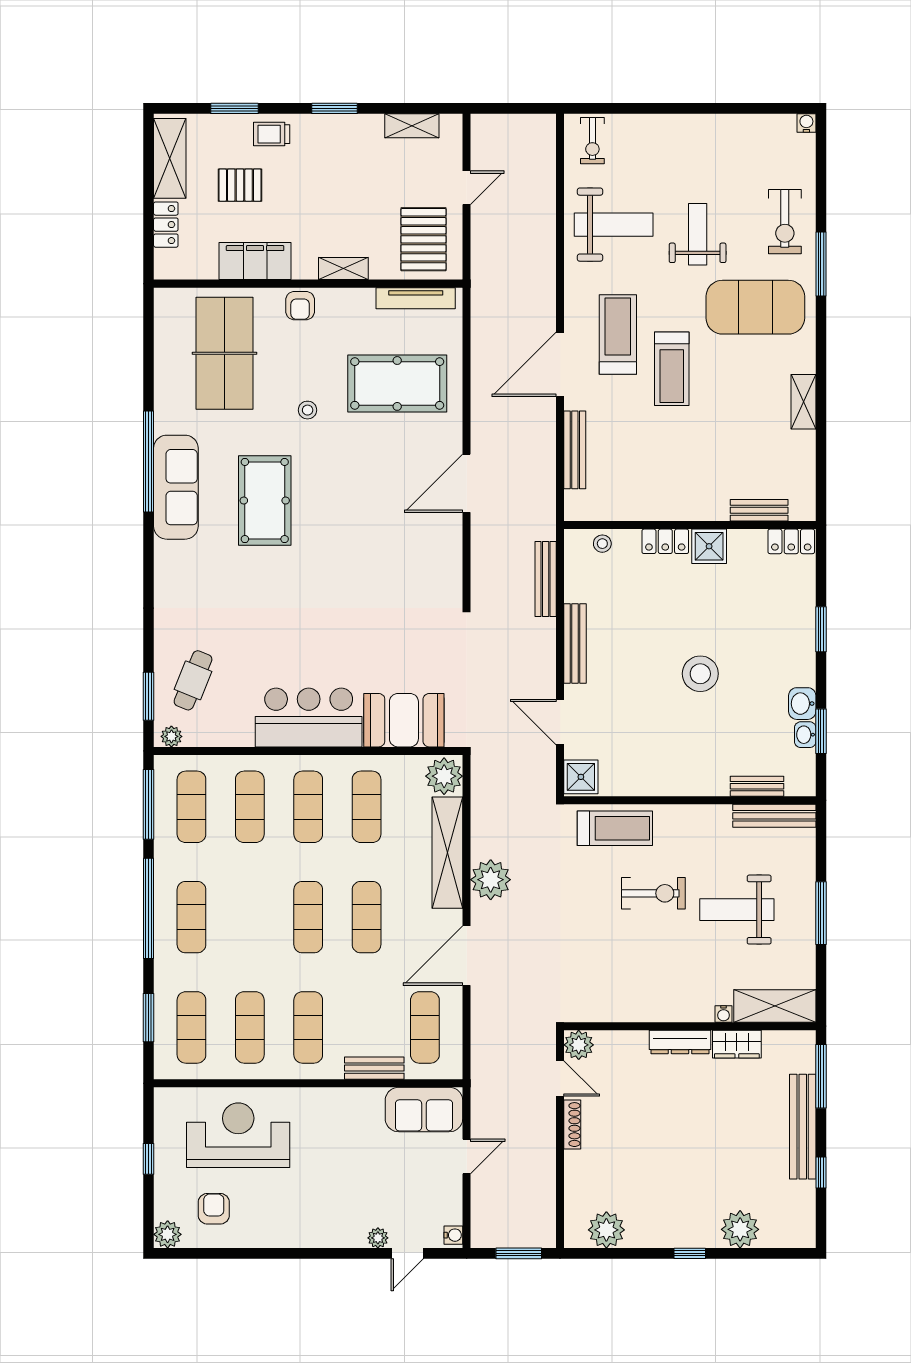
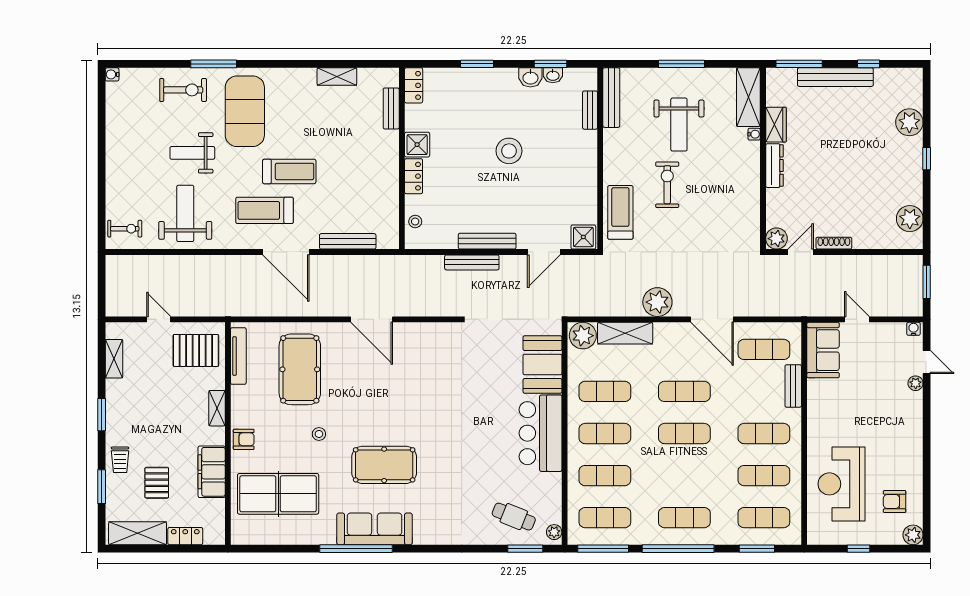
shelving: (803, 402) -> (337, 77), moved
bench: (546, 579) -> (472, 262), moved
shelving: (447, 853) -> (625, 333), width x0.68

